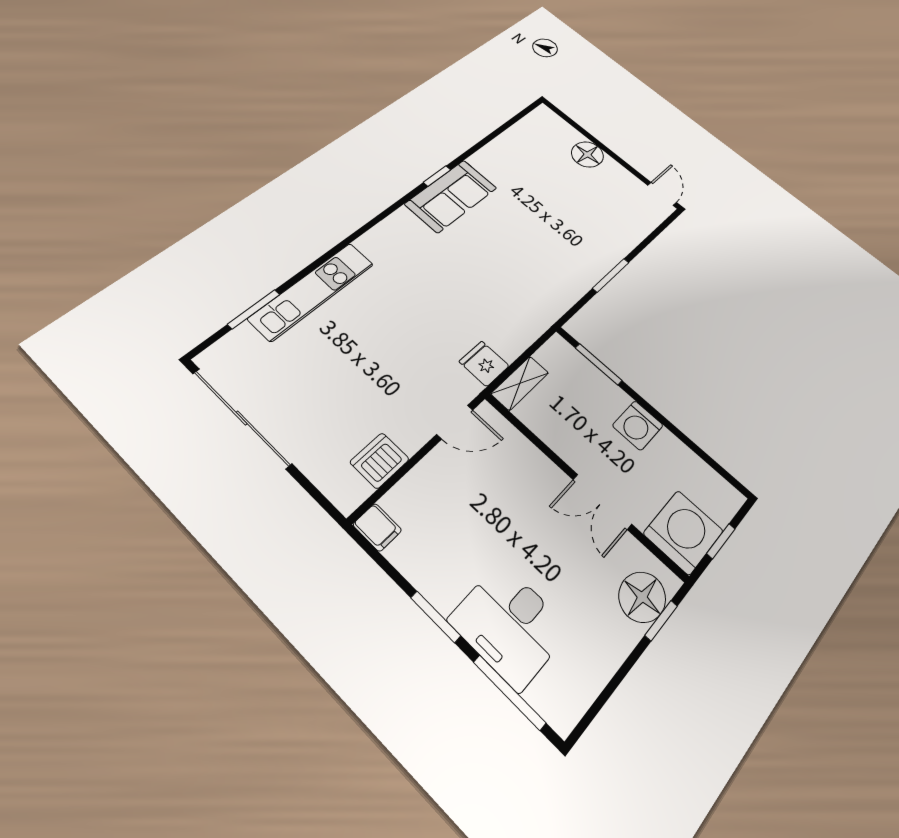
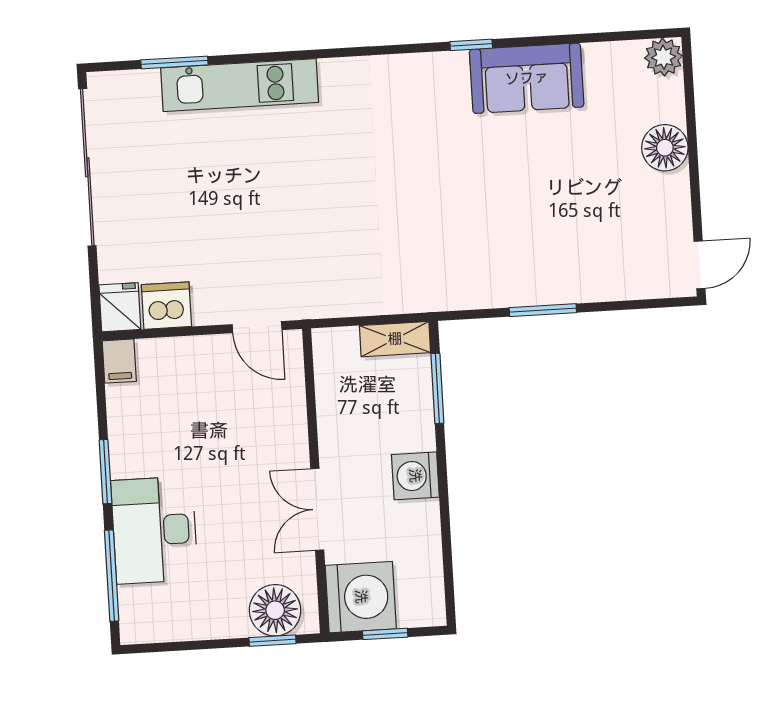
plant: (543, 117) -> (664, 57), added
sofa: (451, 196) -> (527, 78), moved
fridge: (484, 364) -> (120, 307), moved
shelving: (520, 383) -> (395, 339), moved

